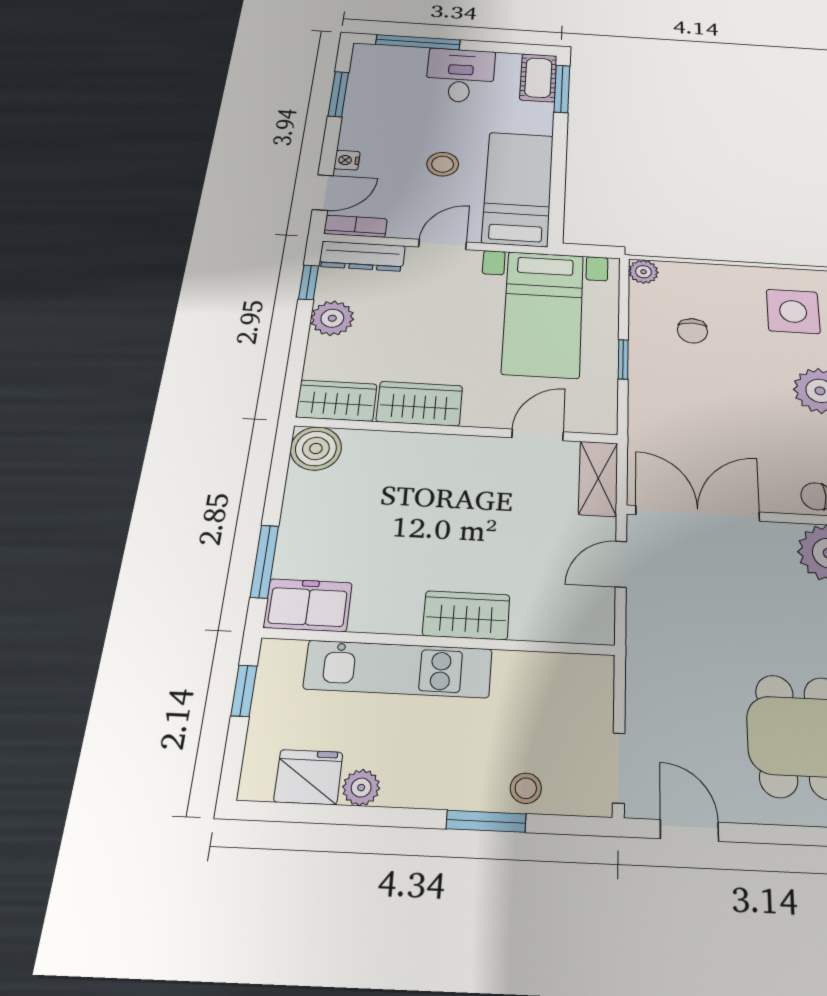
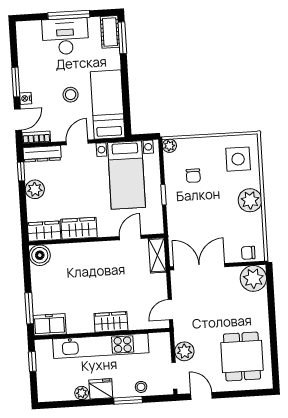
window: (418, 42) -> (69, 15), moved
desk: (460, 75) -> (65, 36), width x1.37
window: (338, 94) -> (16, 82), moved
door: (621, 564) -> (170, 310), moved
kitchen unit: (398, 669) -> (101, 346), width x1.36
plant: (650, 707) -> (184, 351), added
fridge: (308, 777) -> (101, 389), moved

